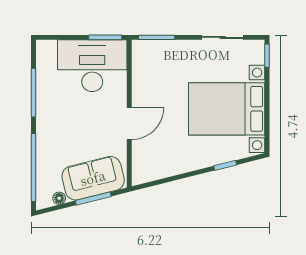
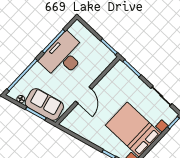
desk: (92, 66) -> (63, 56), moved, turned -90
door: (129, 123) -> (84, 95), hinge flipped

